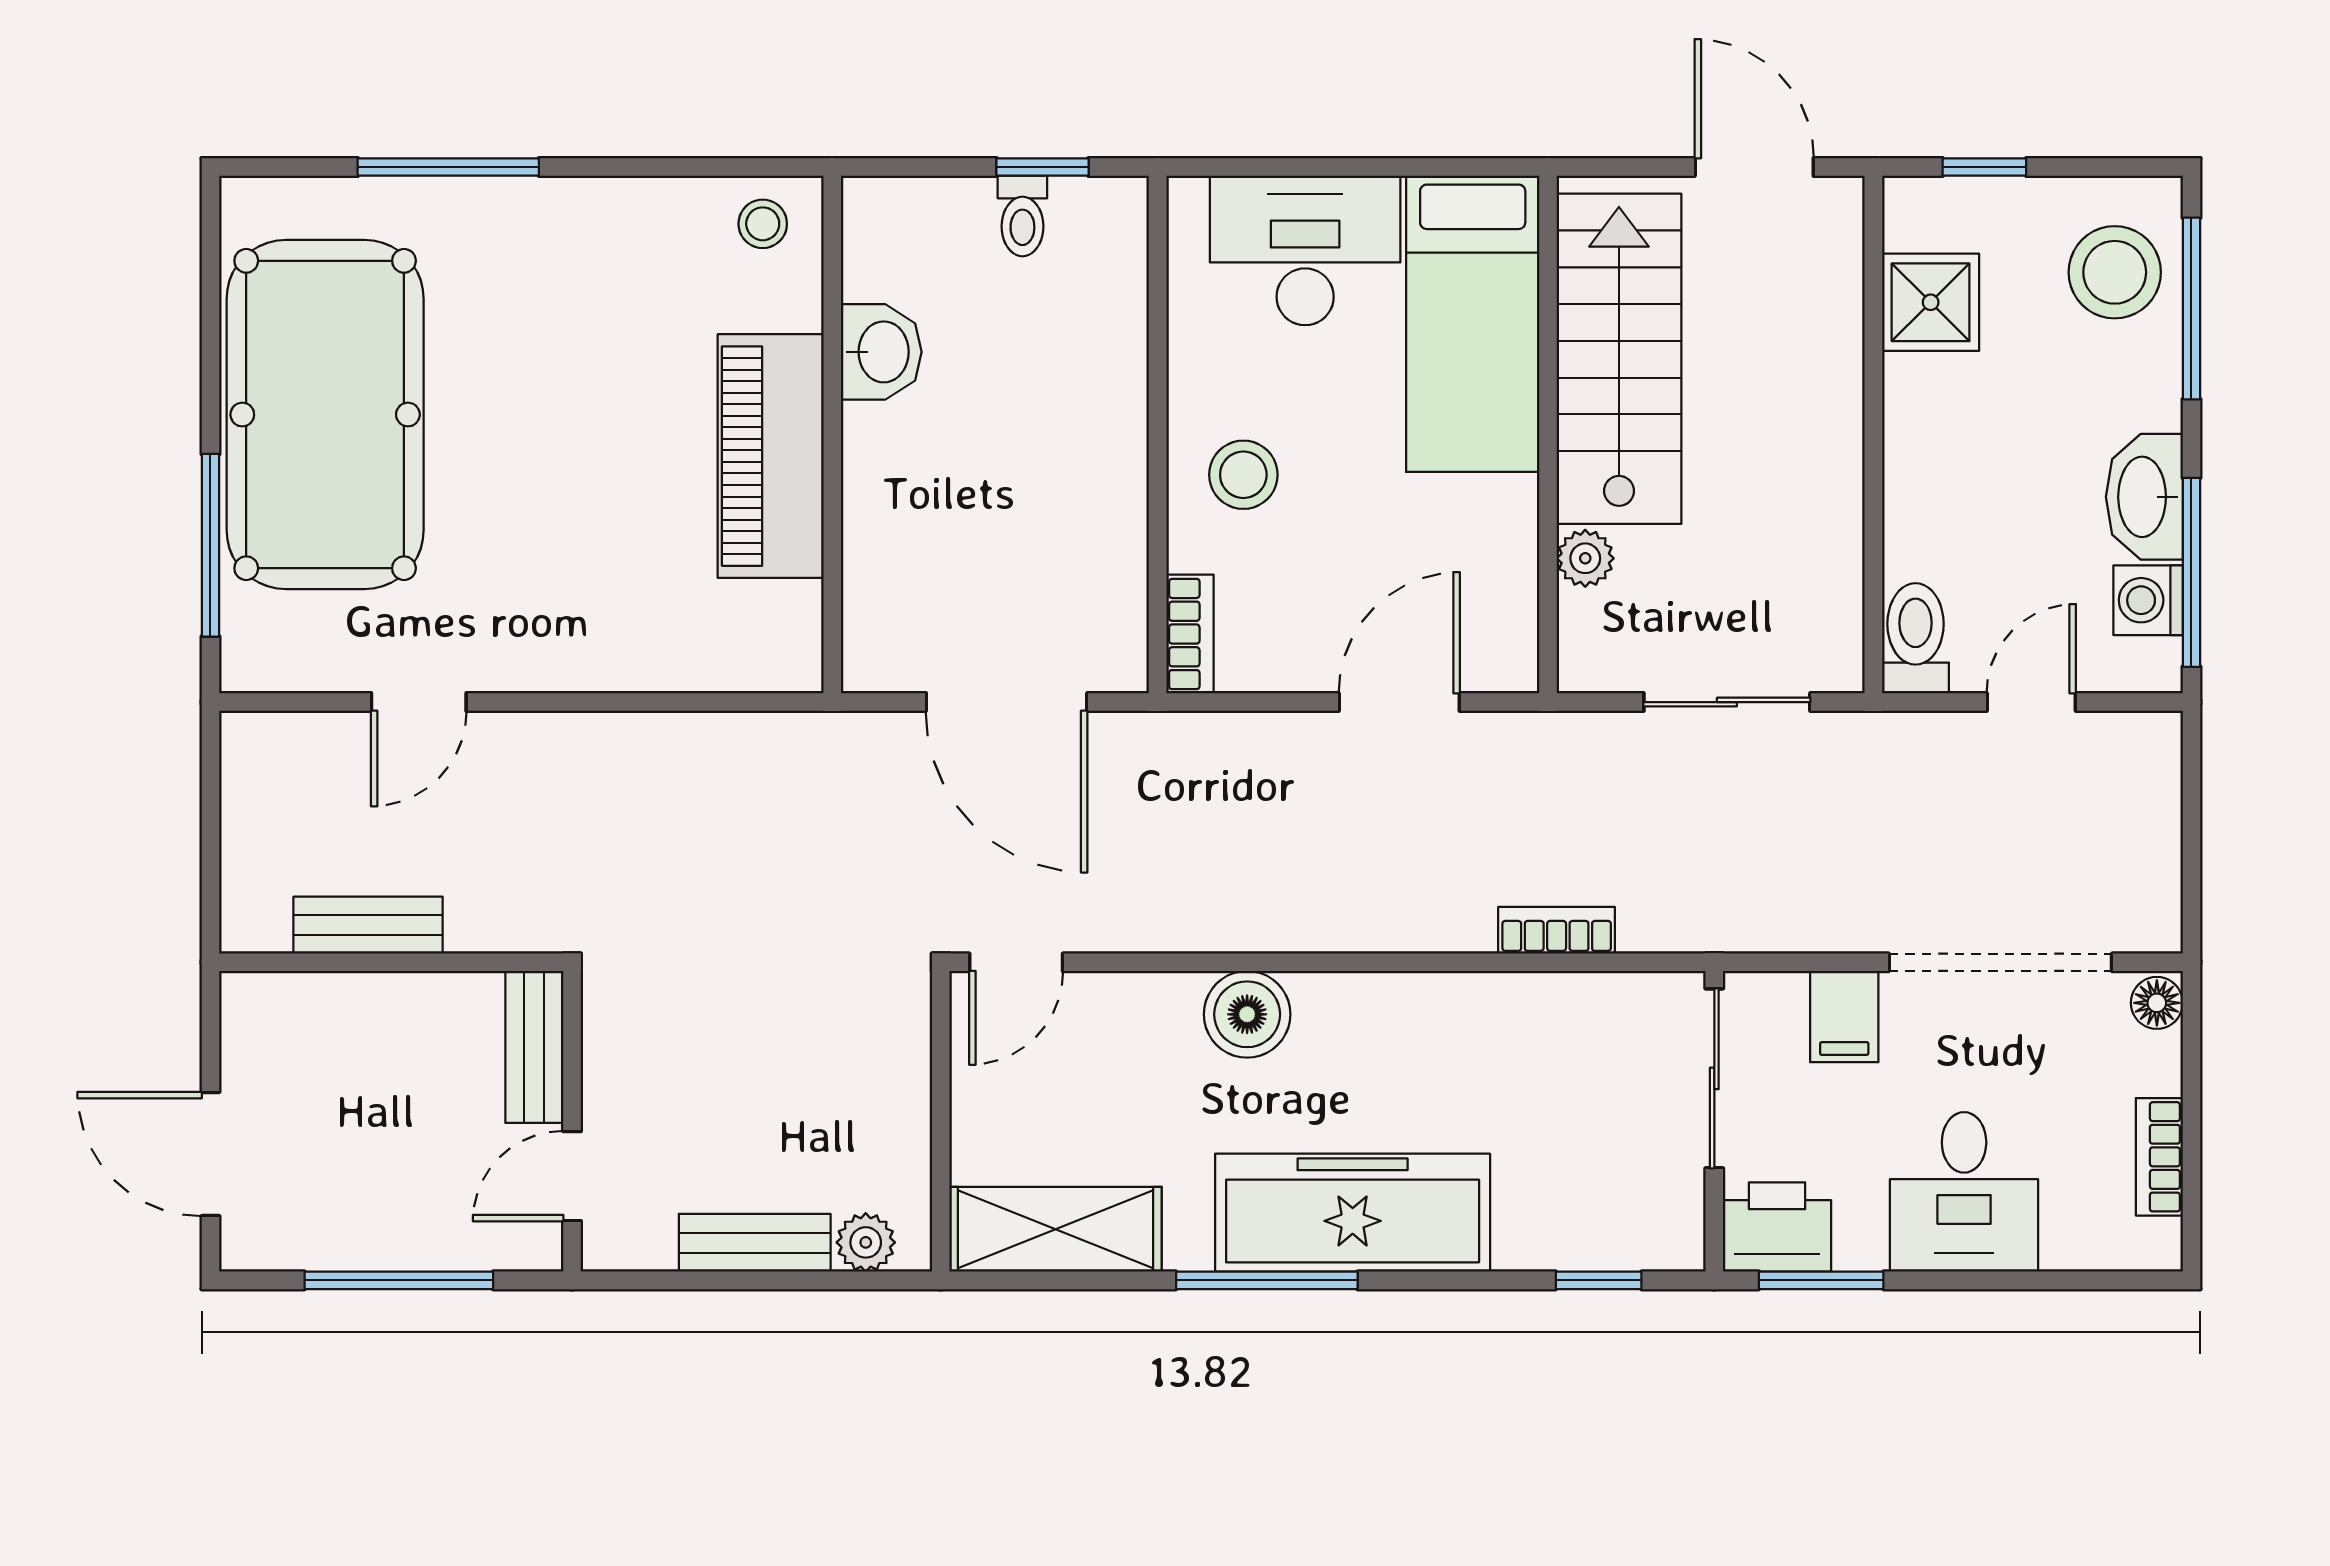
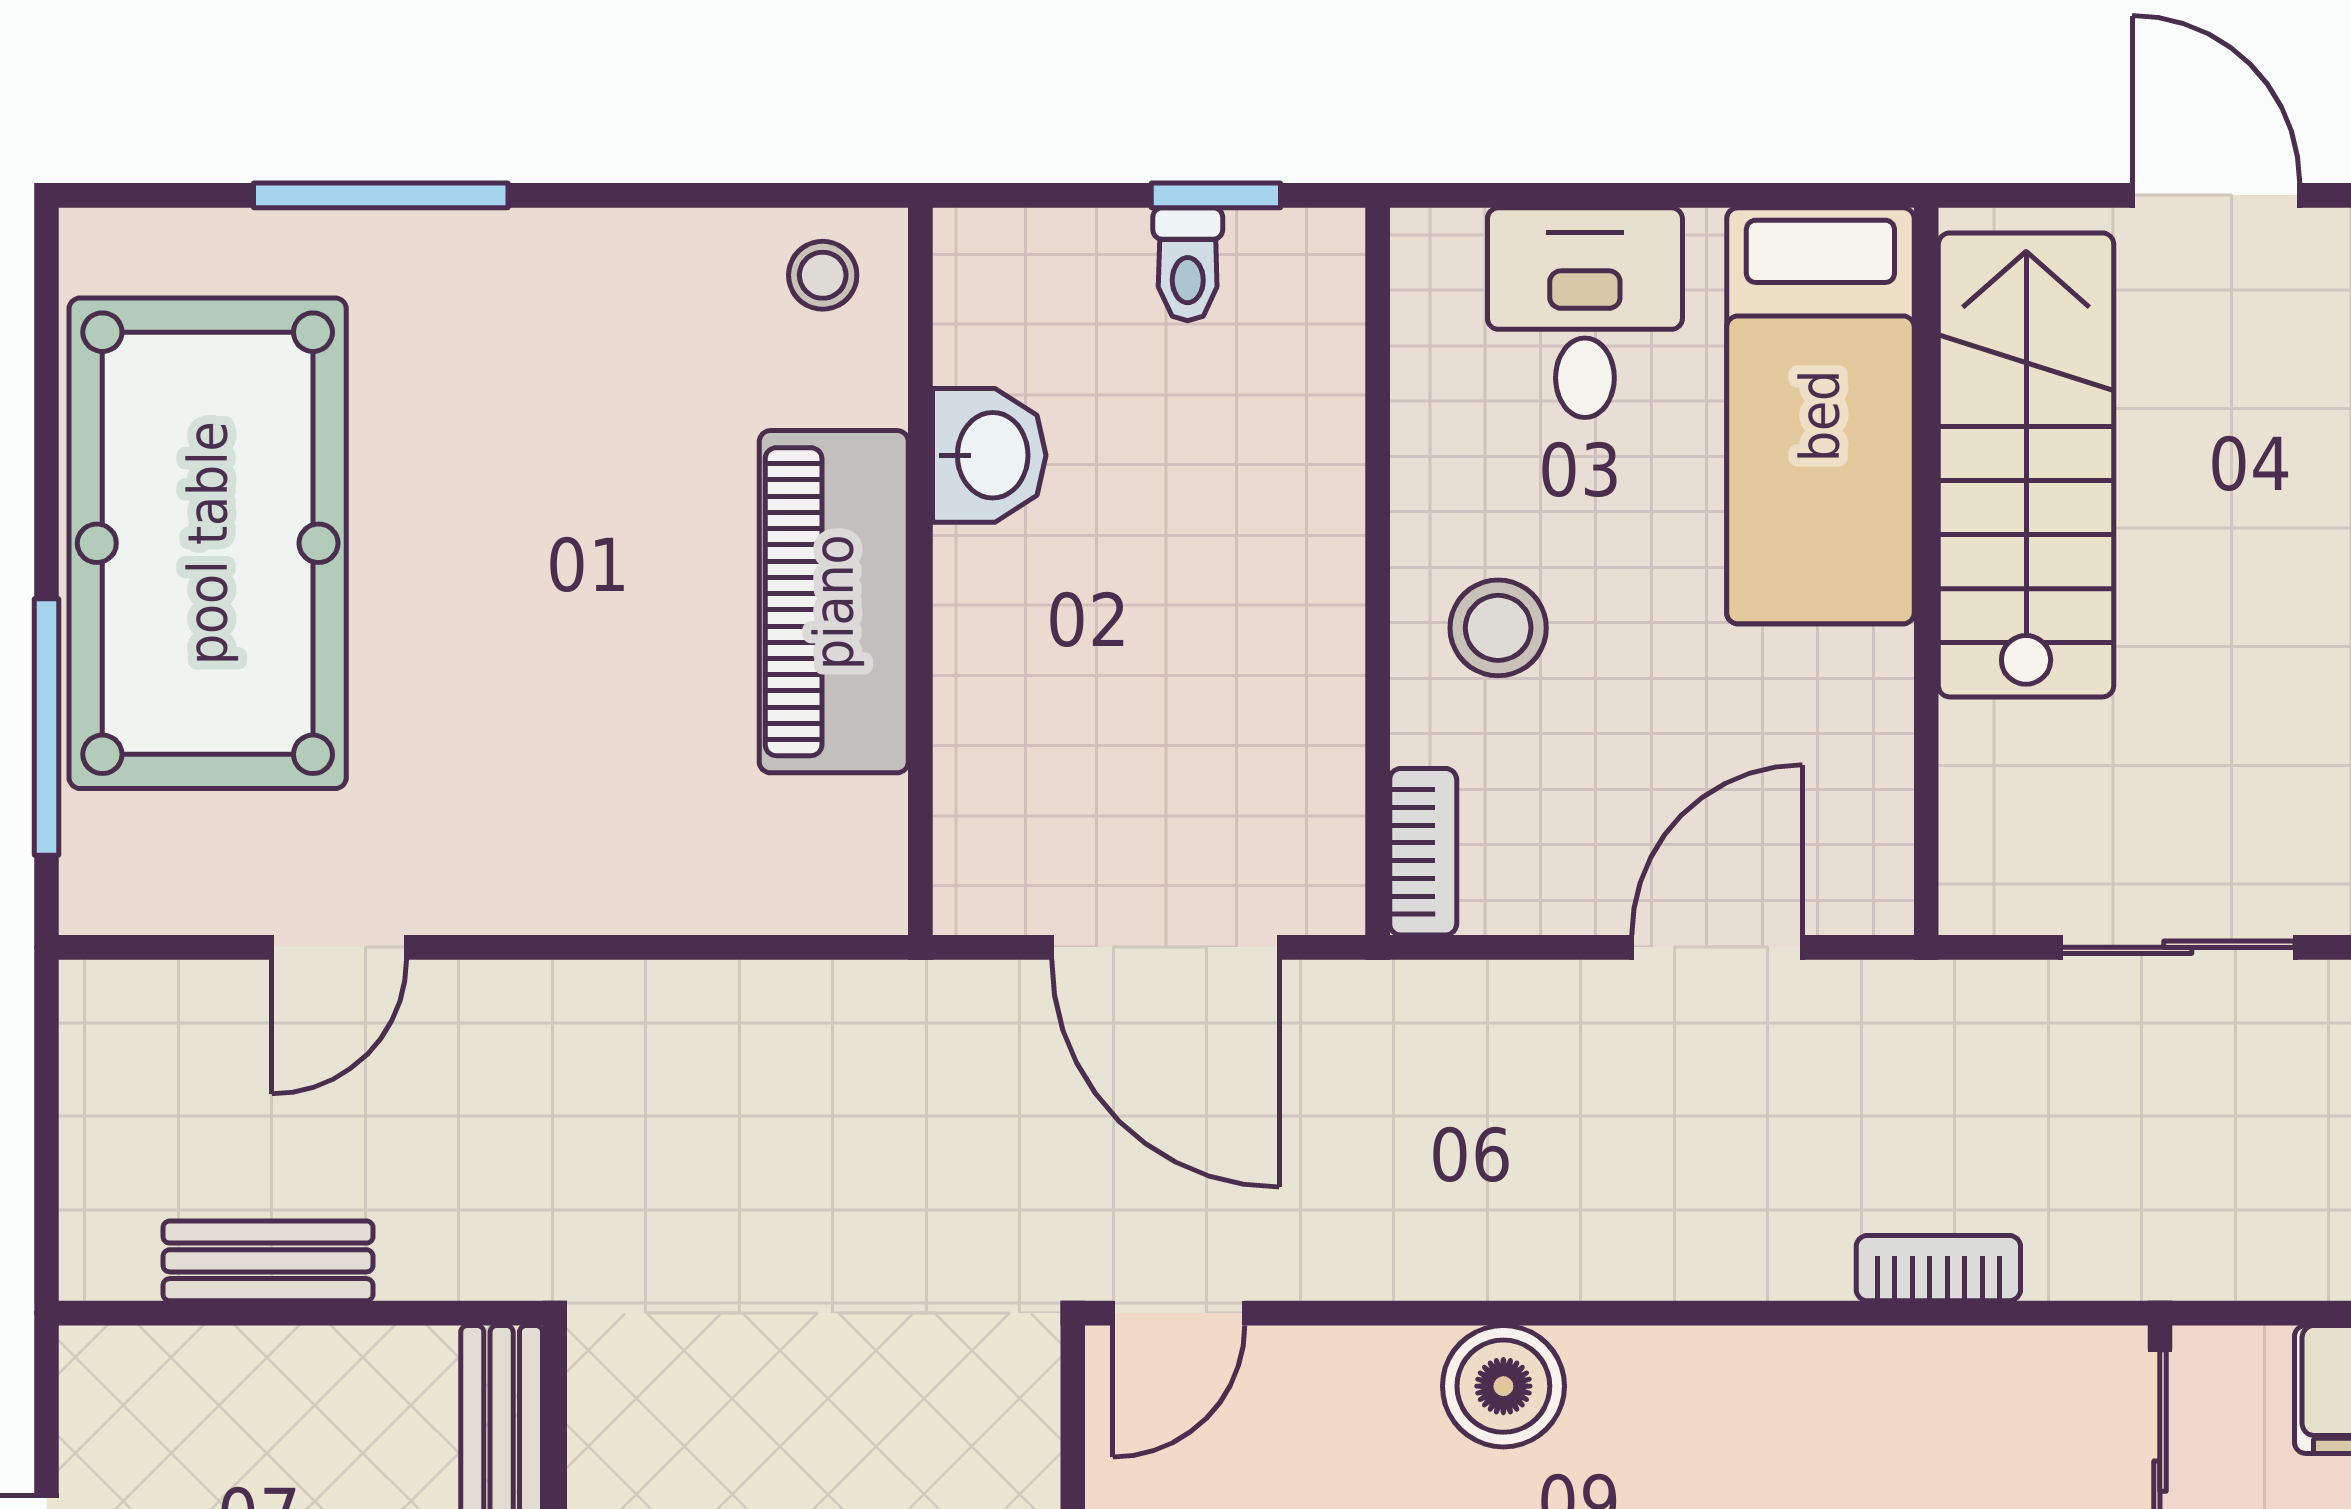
desk: (1305, 250) -> (1585, 313), width x0.73
plant: (1585, 558) -> (1979, 745), removed

